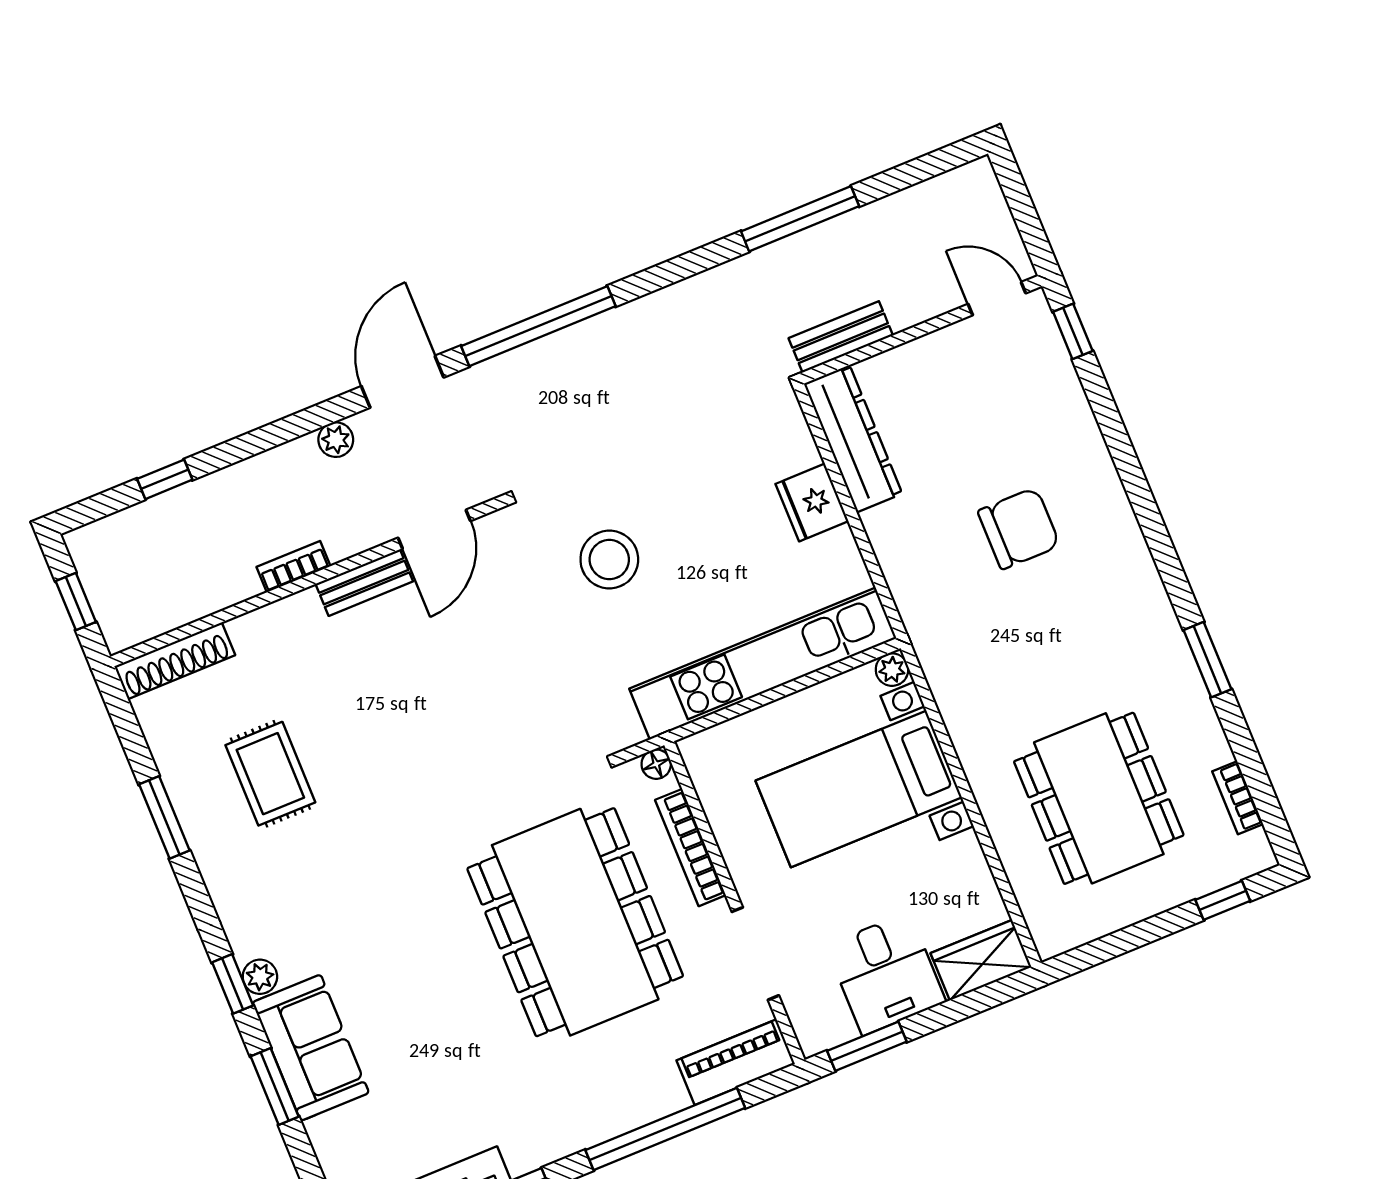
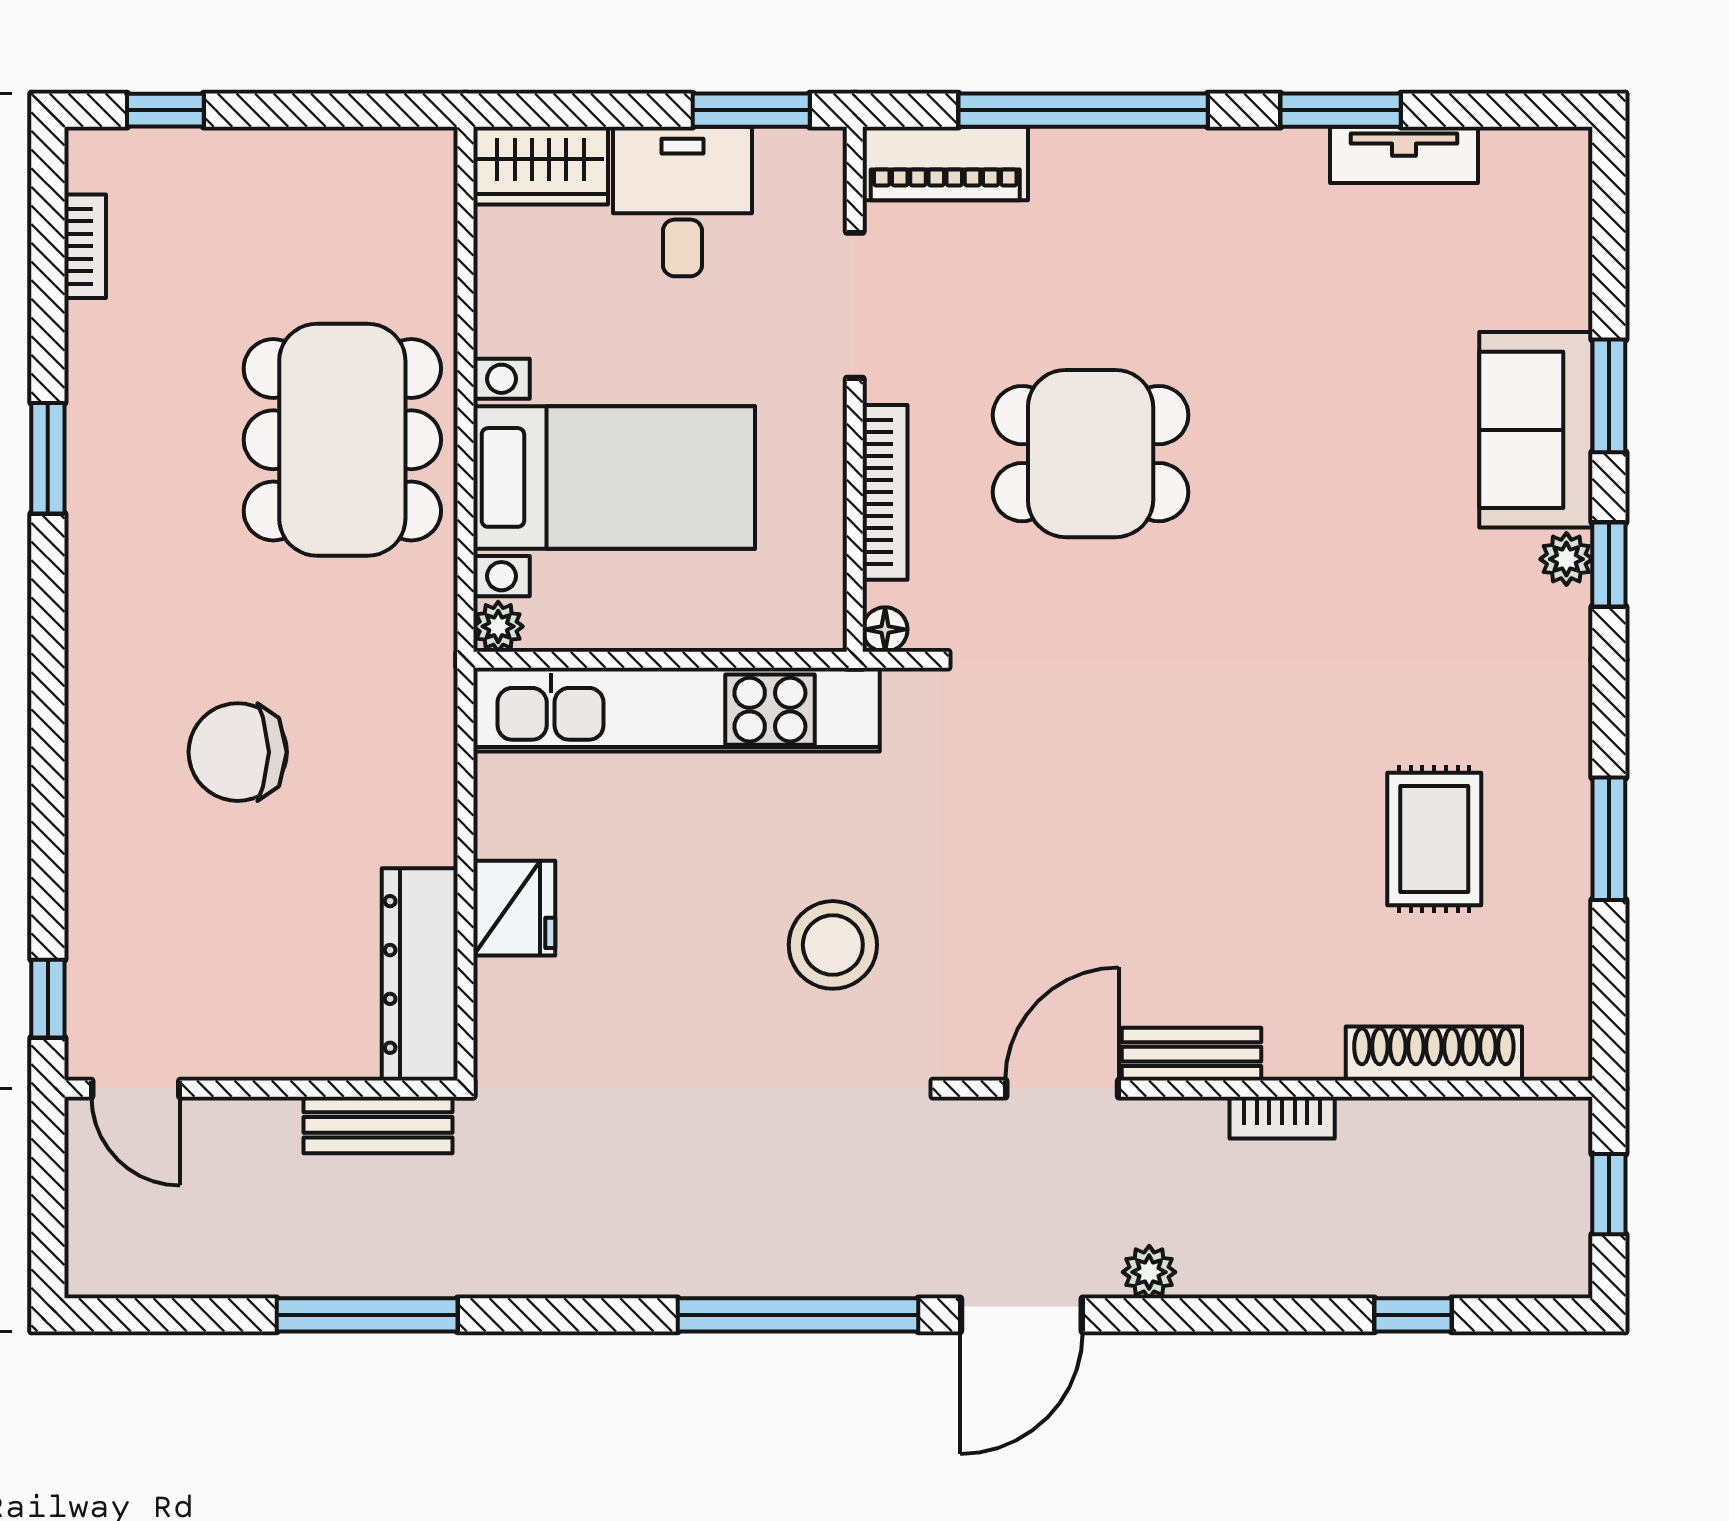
shoe rack: (175, 661) -> (1434, 1053), moved
dining table: (1099, 798) -> (342, 440), moved
dining table: (575, 922) -> (1091, 454), width x0.53, depth x0.80

